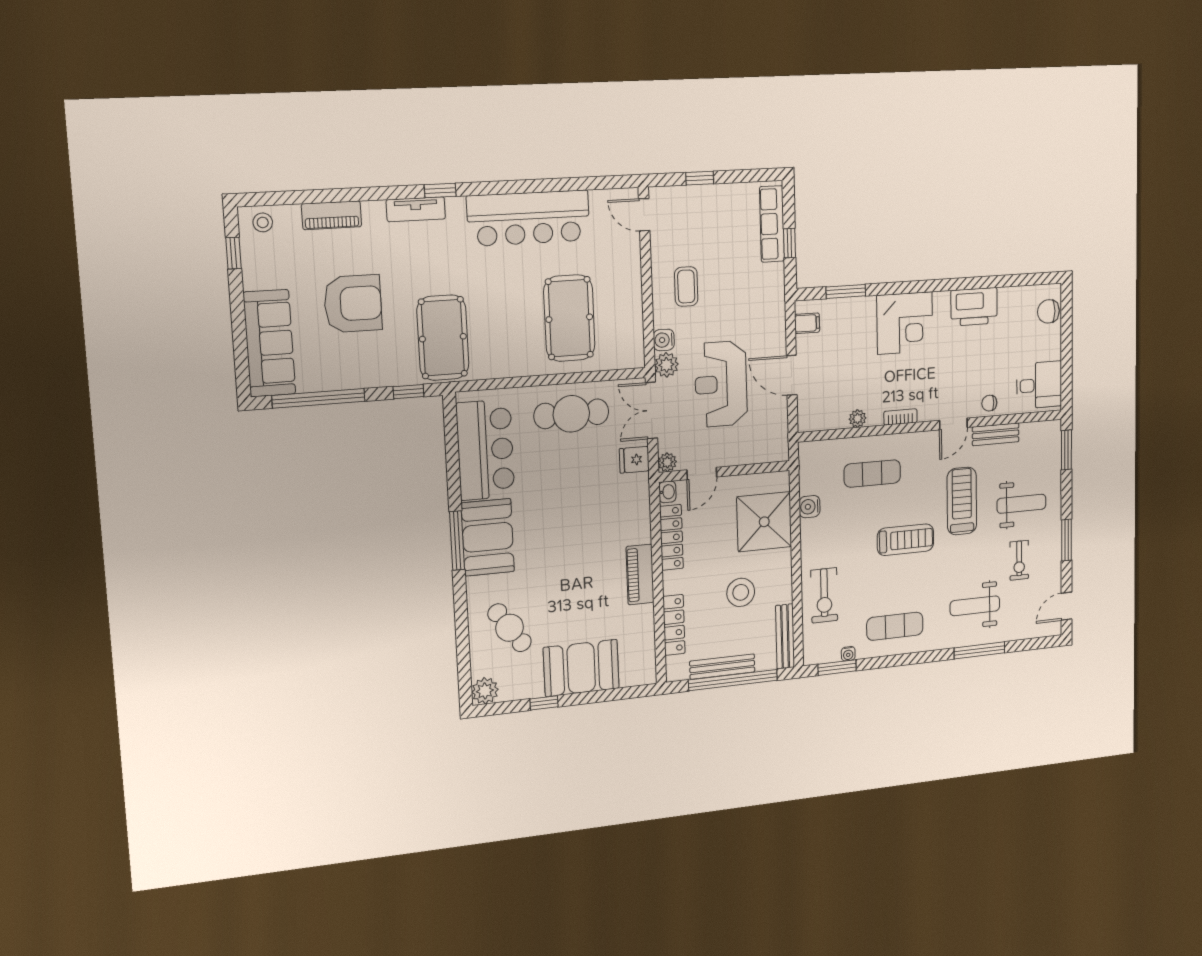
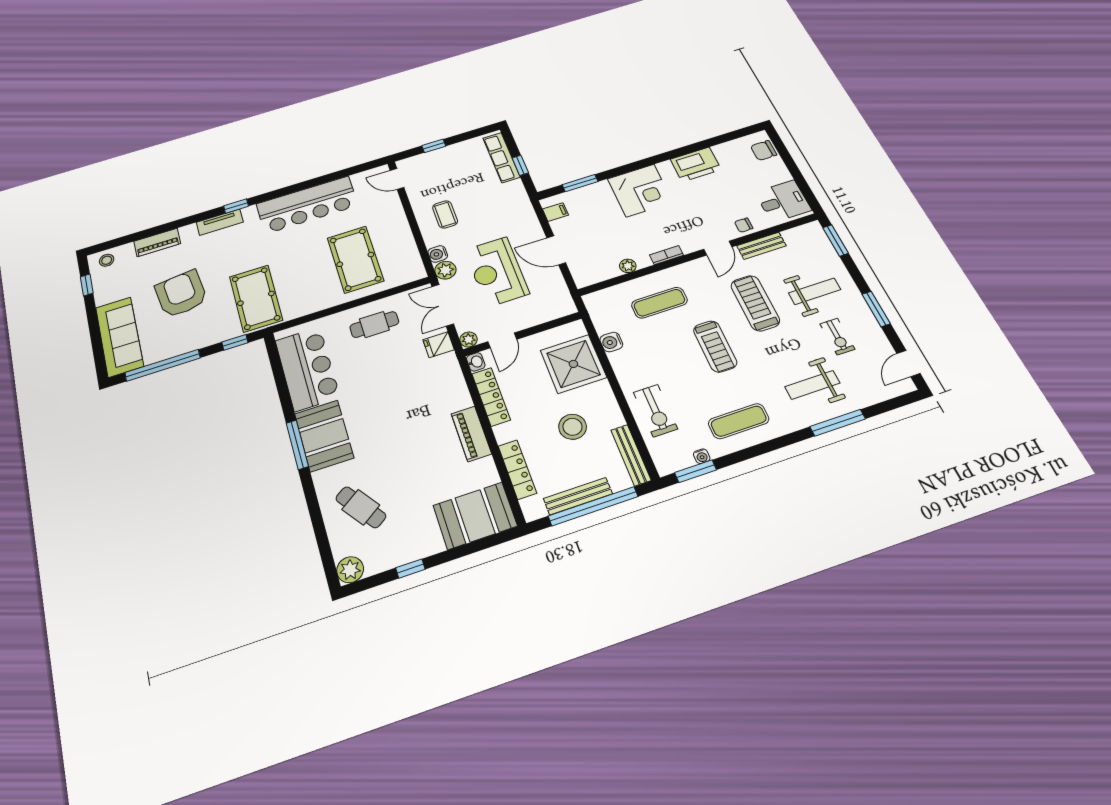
armchair: (353, 304) -> (181, 294), turned -97
cafe table: (571, 414) -> (374, 325), width x0.73, depth x0.74
treadmill: (905, 540) -> (715, 346), turned 90
booth: (581, 668) -> (475, 516), moved

